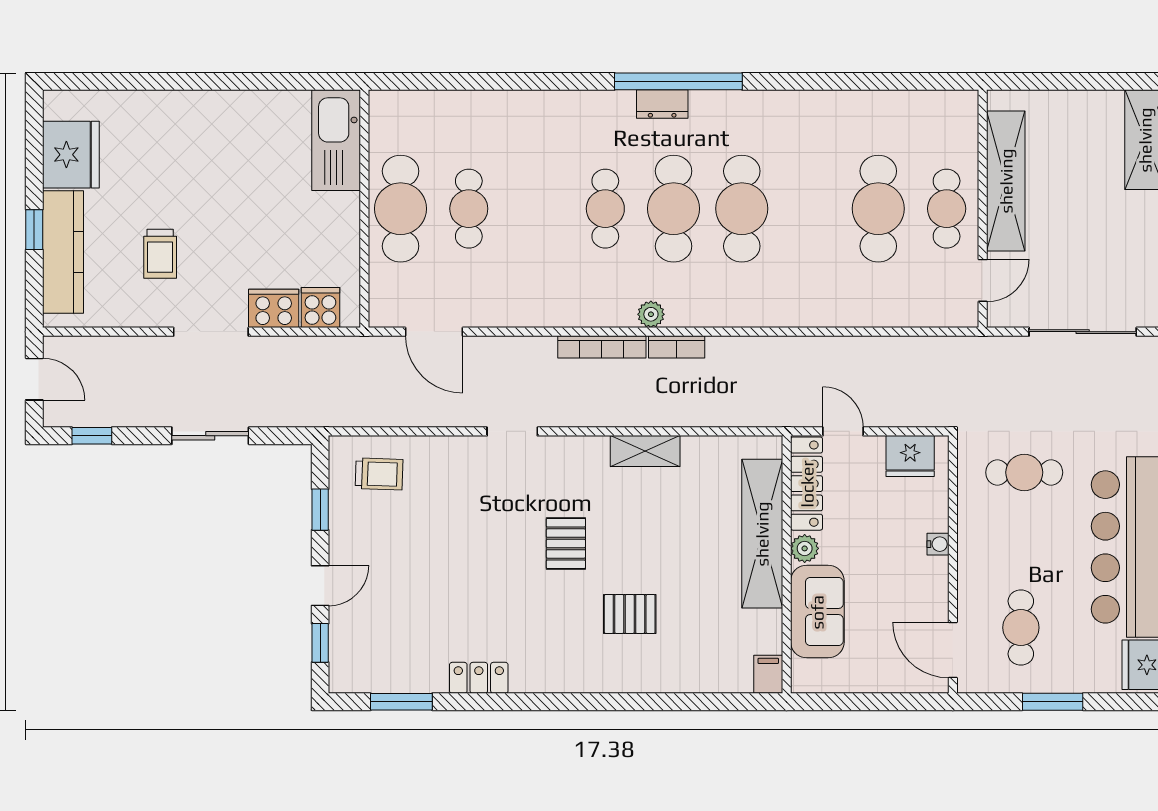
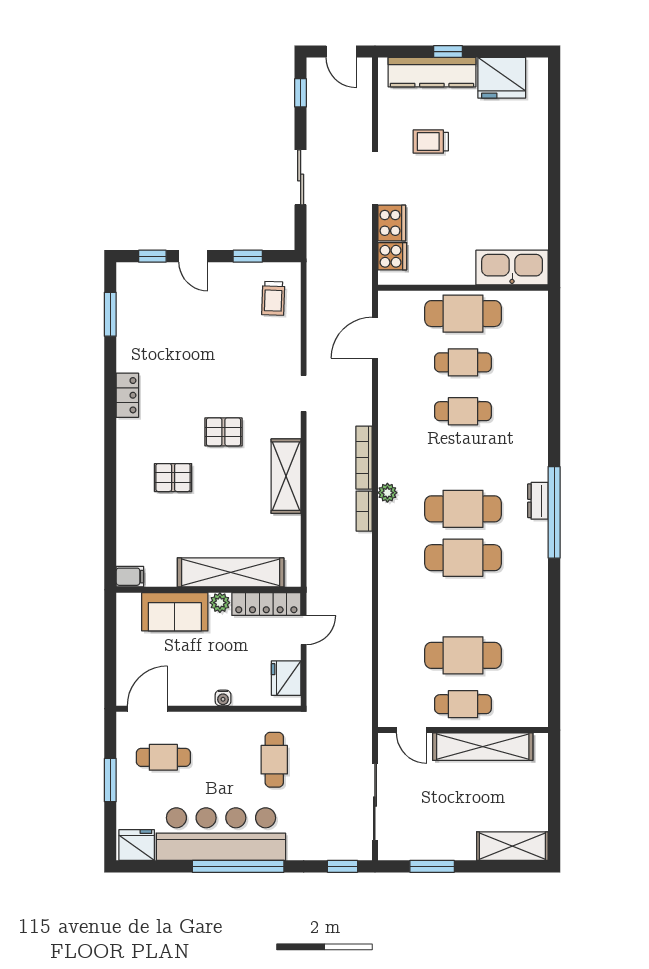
cafe table: (605, 209) -> (463, 411), moved
door: (34, 379) -> (341, 52), hinge flipped
shelving: (645, 451) -> (286, 476), width x1.50, depth x1.33
pallet: (630, 614) -> (173, 478), turned 90
locker: (479, 678) -> (127, 395), moved

